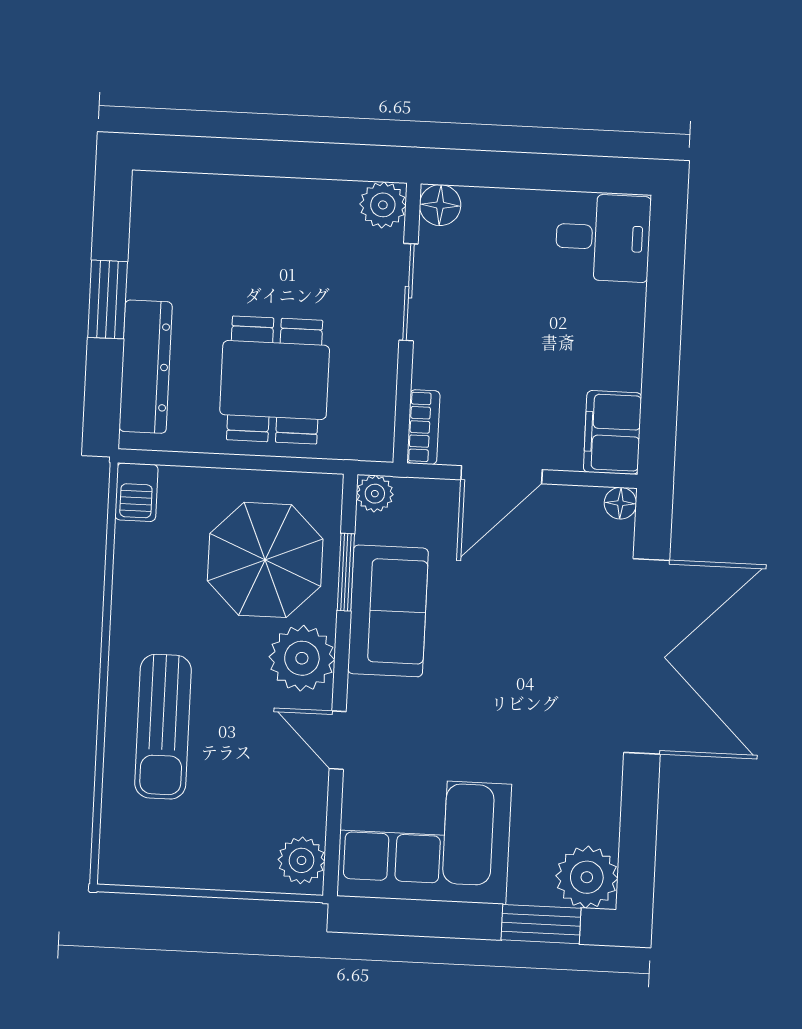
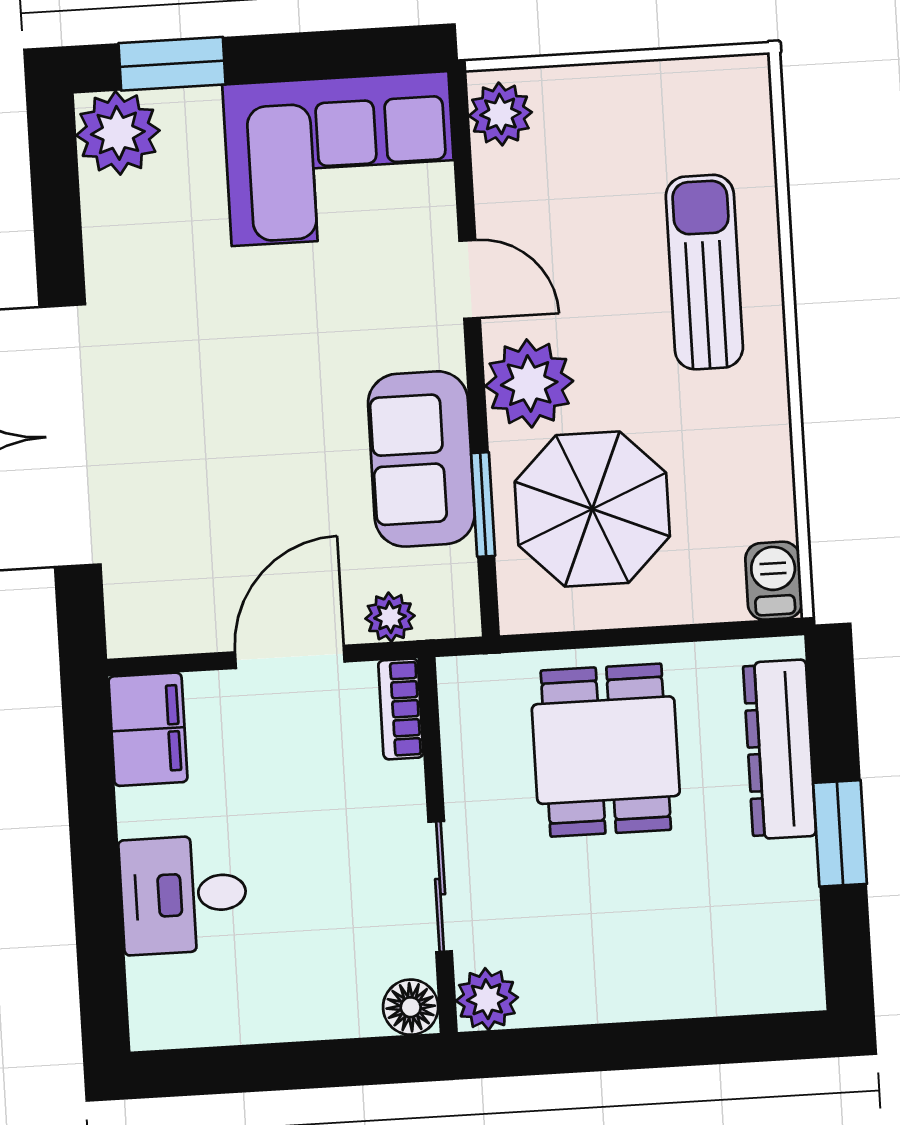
desk: (603, 238) -> (183, 895), moved
plant: (375, 494) -> (390, 617), moved
floor lamp: (620, 503) -> (127, 636), removed

